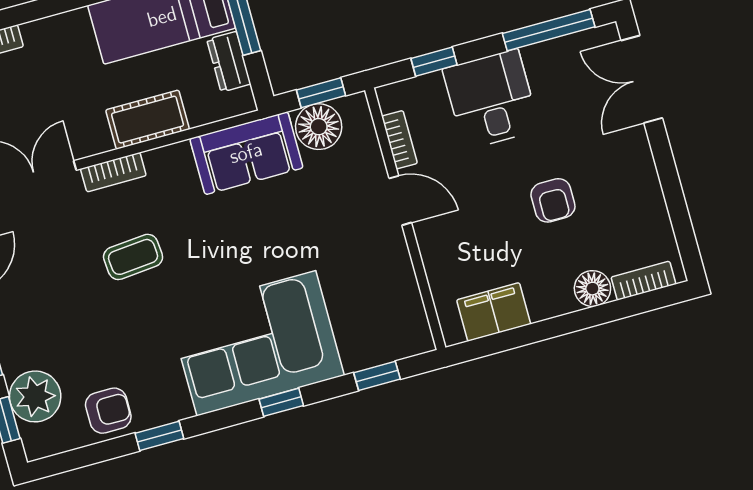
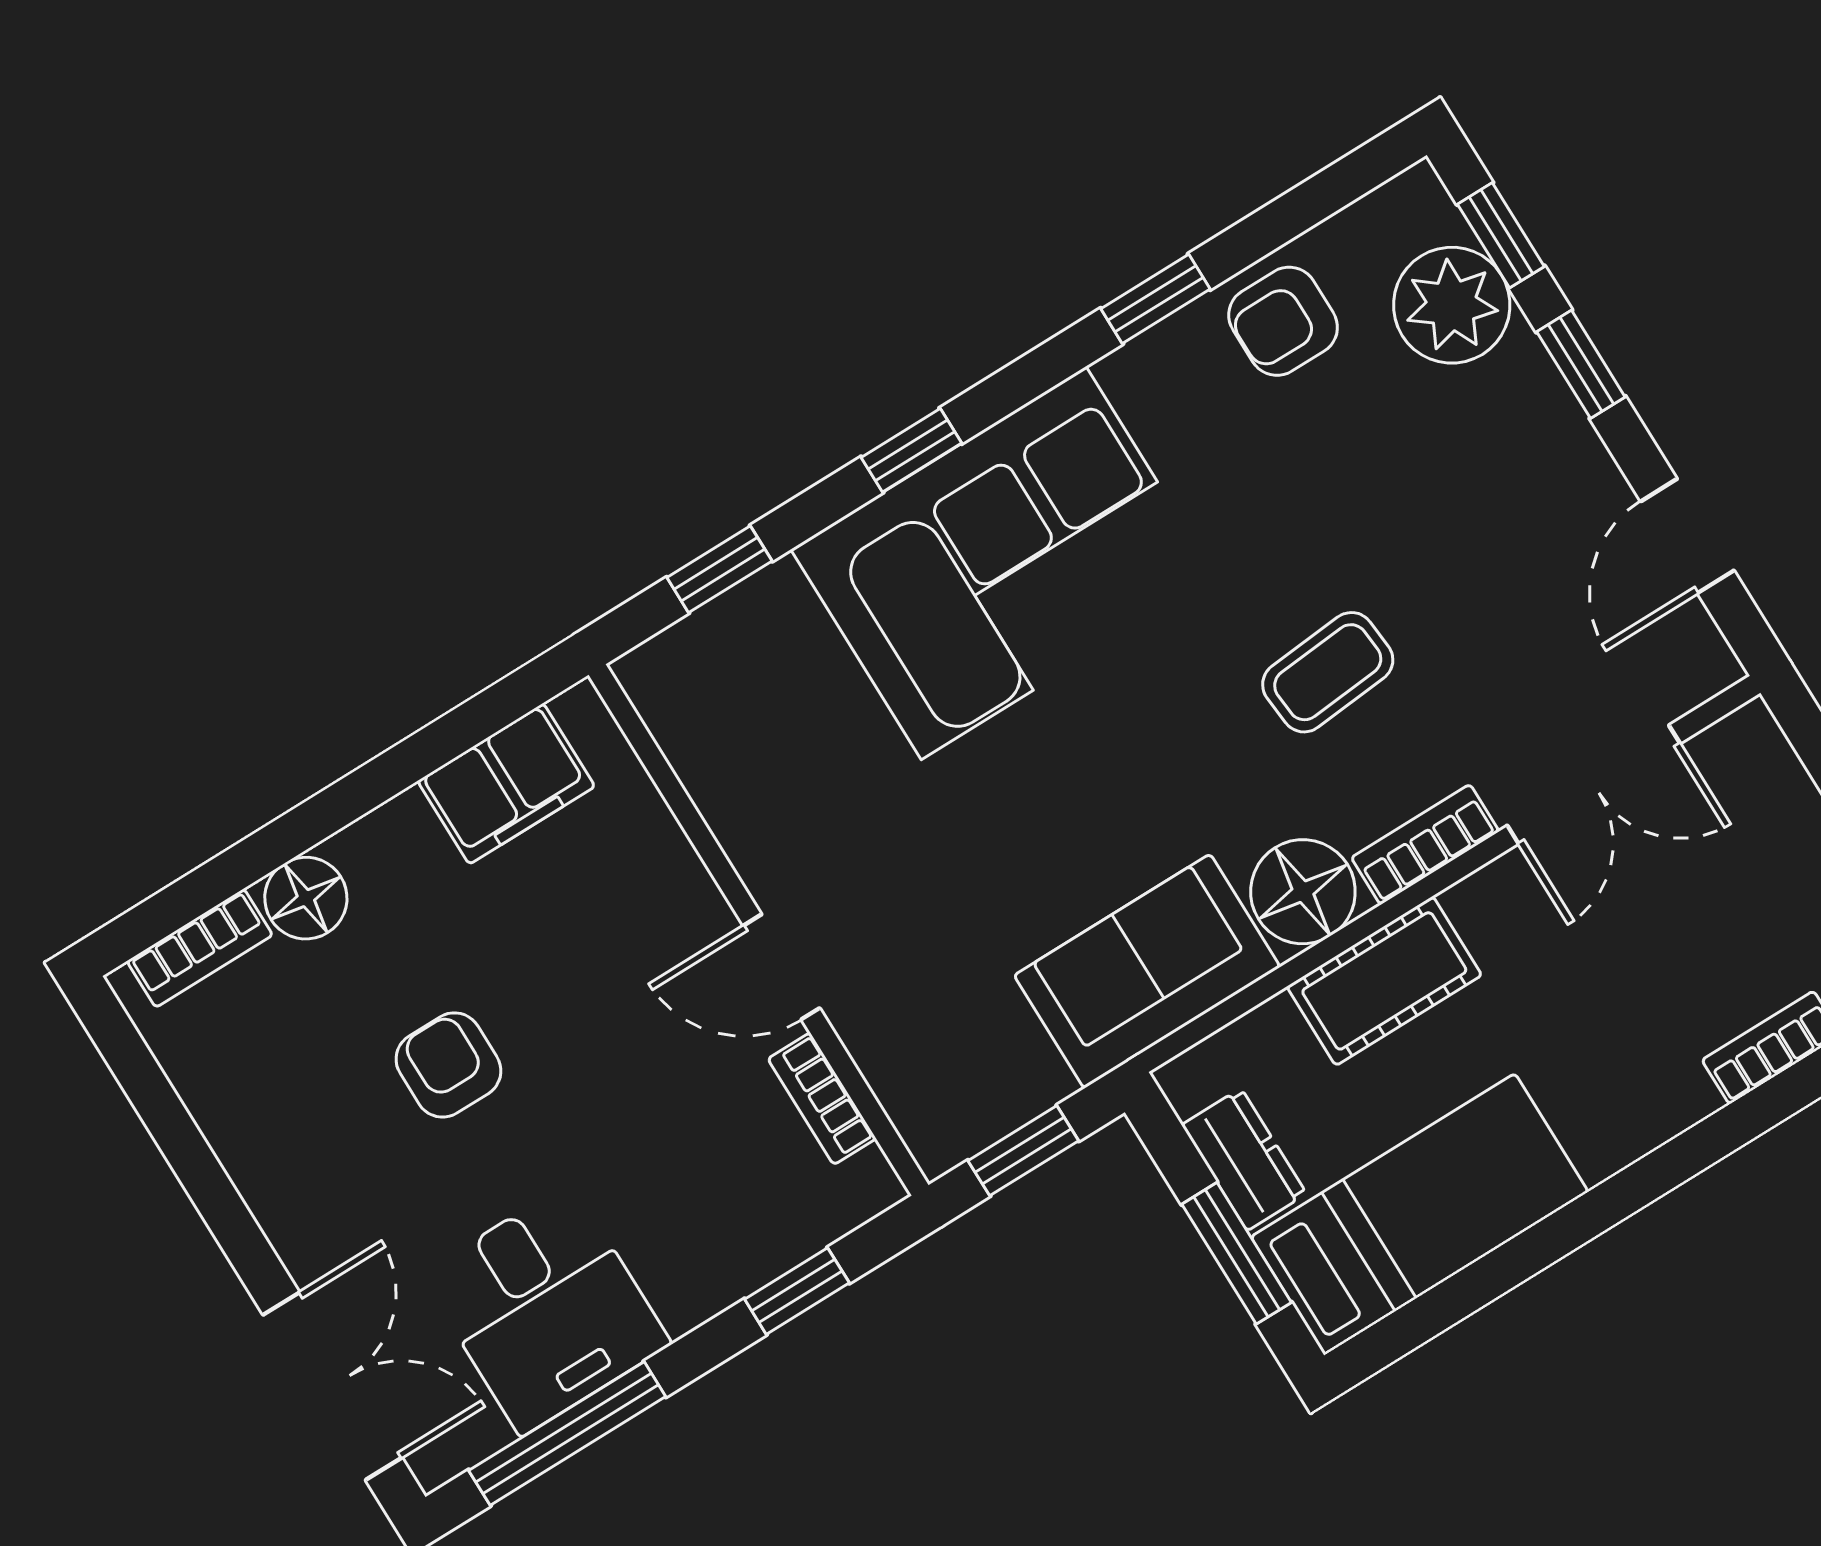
desk: (491, 99) -> (546, 1309), moved
floor lamp: (319, 127) -> (1303, 892), moved

